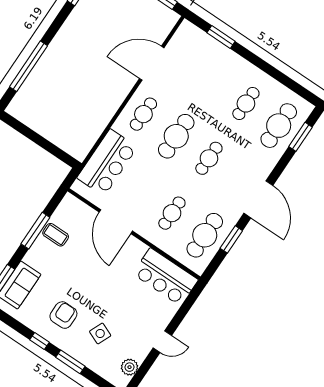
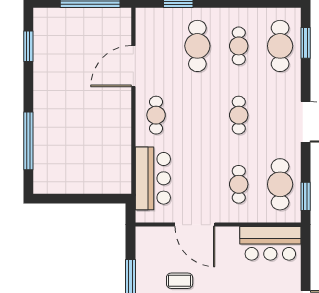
cafe table: (176, 136) -> (197, 46), moved
coffee table: (56, 235) -> (180, 281), moved
window: (231, 239) -> (306, 196), moved

